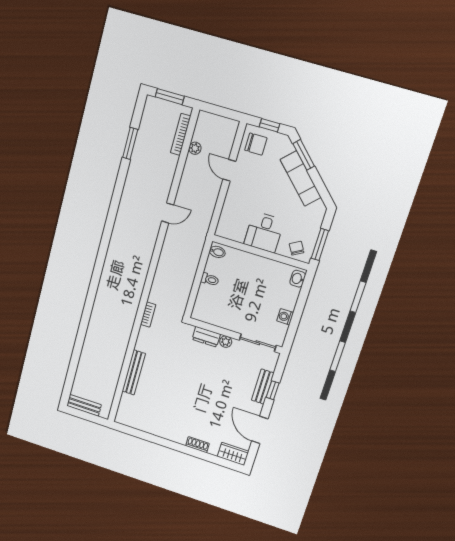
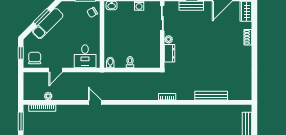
window: (304, 155) -> (42, 17), moved
desk: (264, 232) -> (85, 56), moved, turned 90

